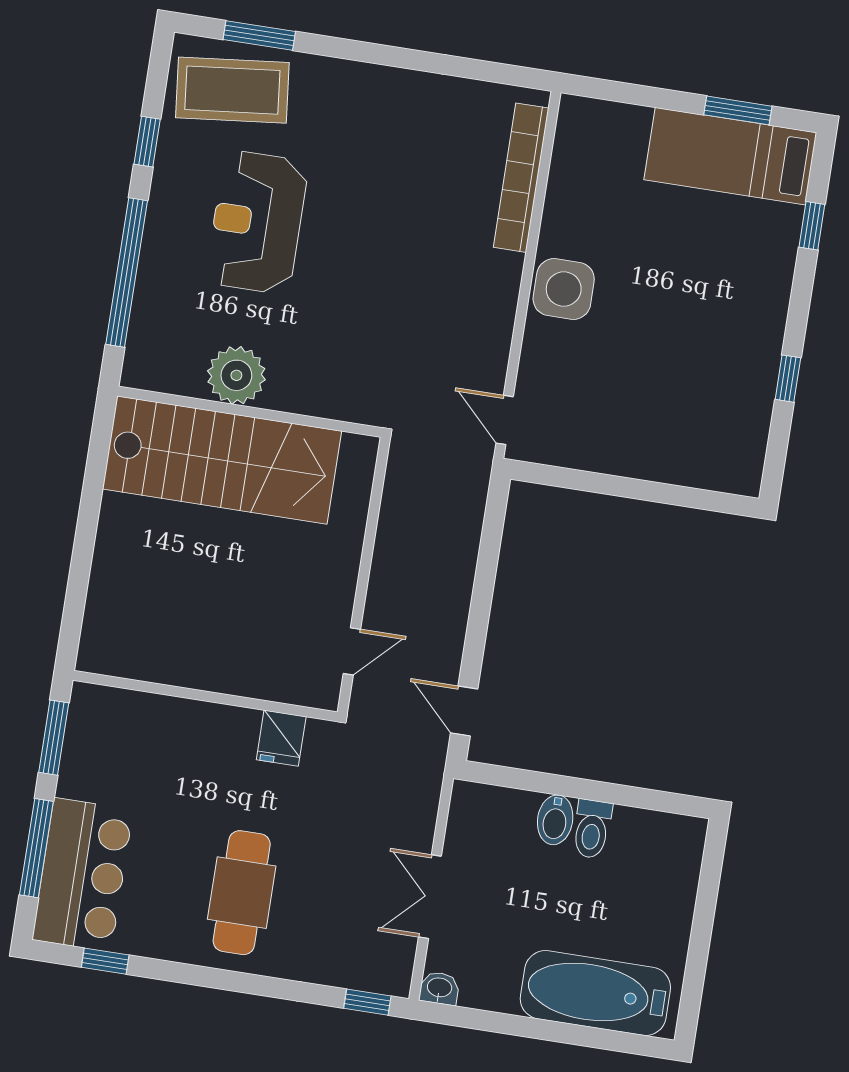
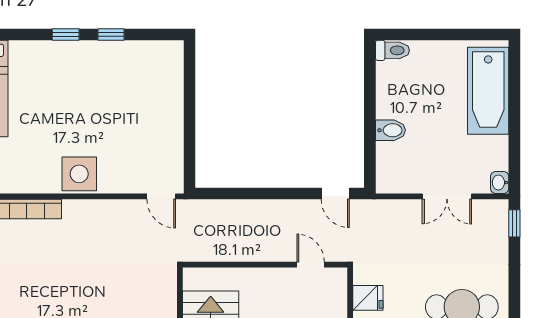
window: (812, 226) -> (66, 34), moved
door: (505, 420) -> (161, 196), hinge flipped
door: (464, 711) -> (335, 193), hinge flipped
toilet: (592, 829) -> (392, 50), moved

